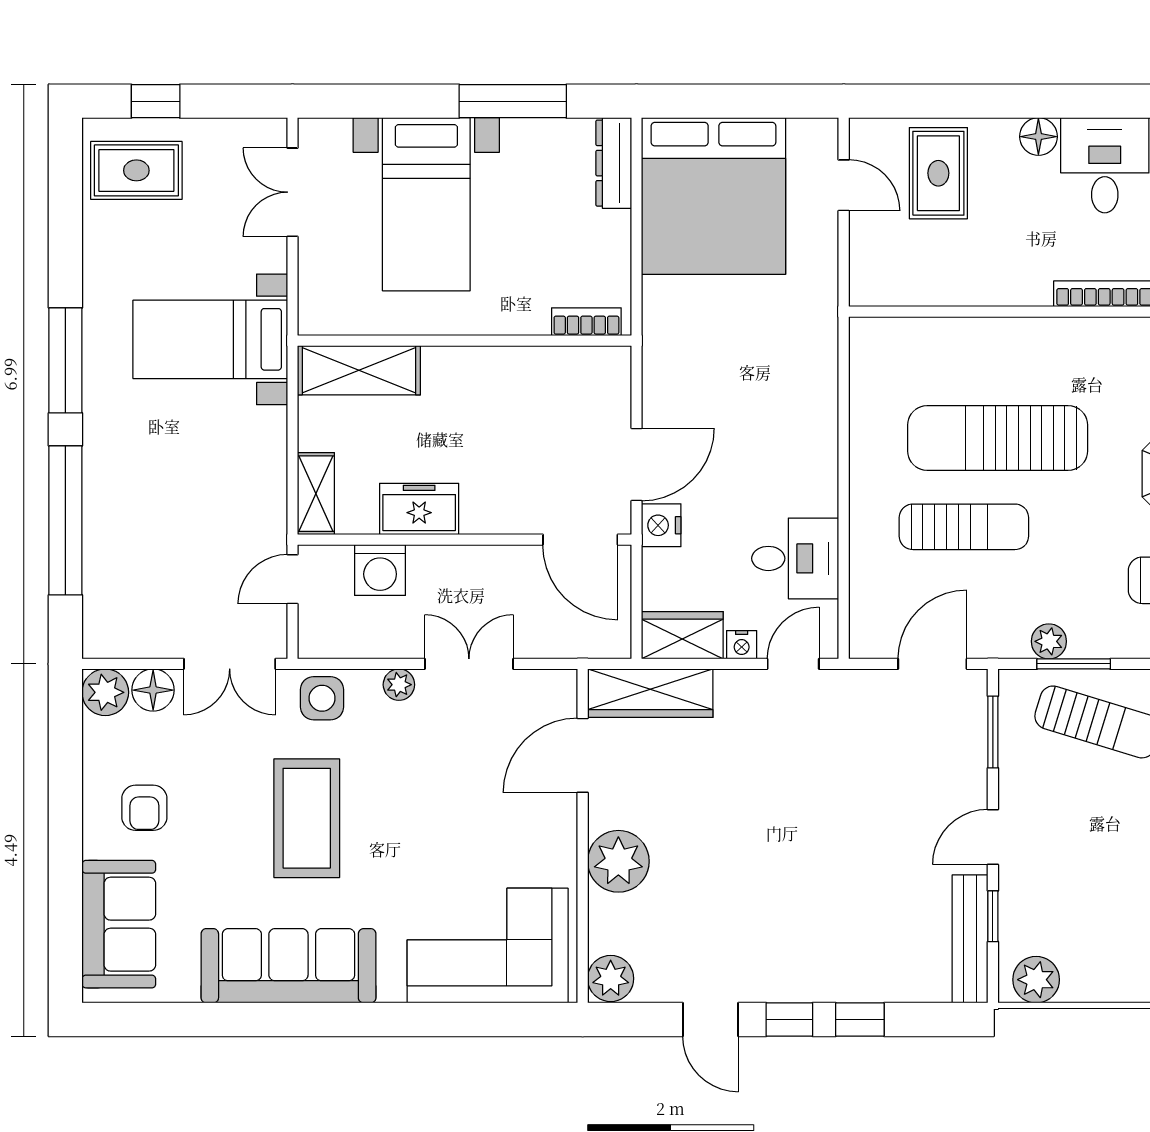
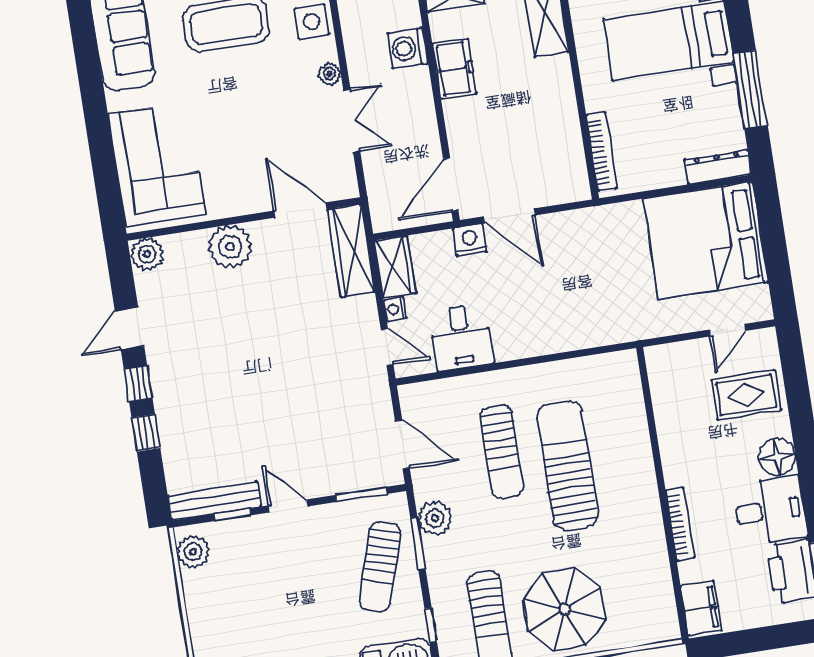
floor lamp: (1038, 137) -> (777, 457), width x1.38, depth x1.38
bookcase: (586, 322) -> (602, 152), width x1.56
plant: (1049, 641) -> (435, 518), width x1.38, depth x1.38

